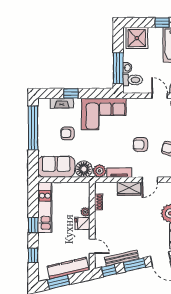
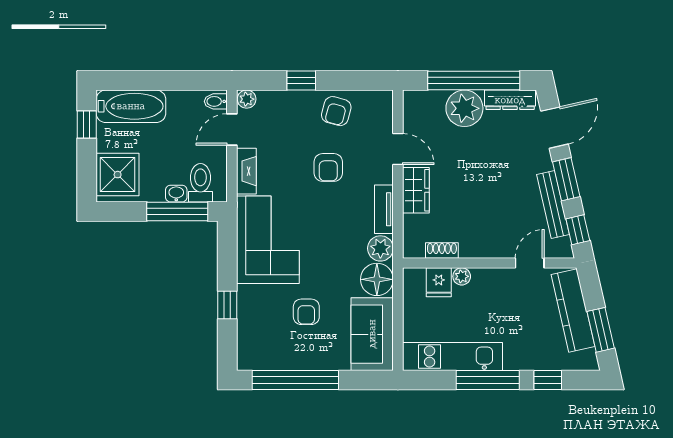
fireplace: (62, 103) -> (246, 171), moved
fridge: (82, 223) -> (439, 282), moved
window: (33, 225) -> (488, 380), width x2.17

